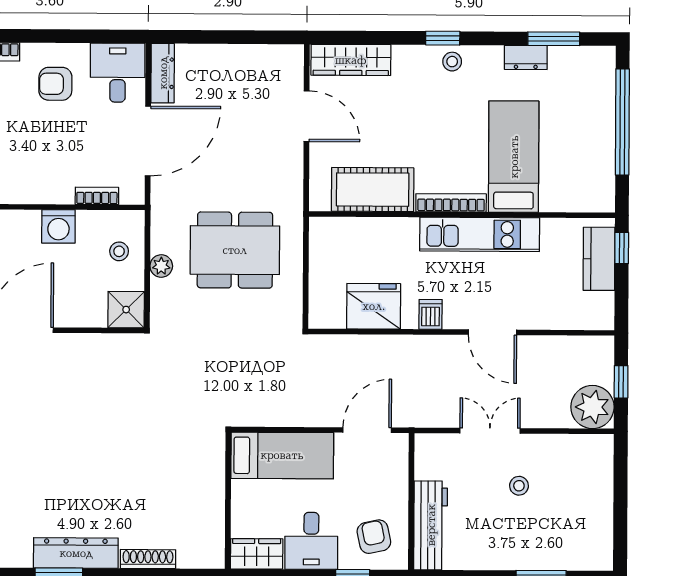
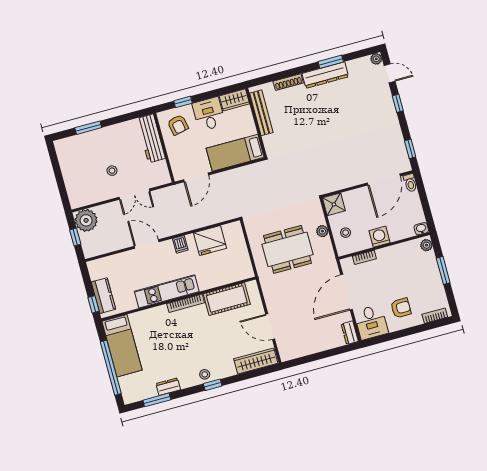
dresser: (163, 73) -> (350, 333), width x0.70
bed: (514, 157) -> (122, 346), moved
bench: (213, 516) -> (261, 113), added

